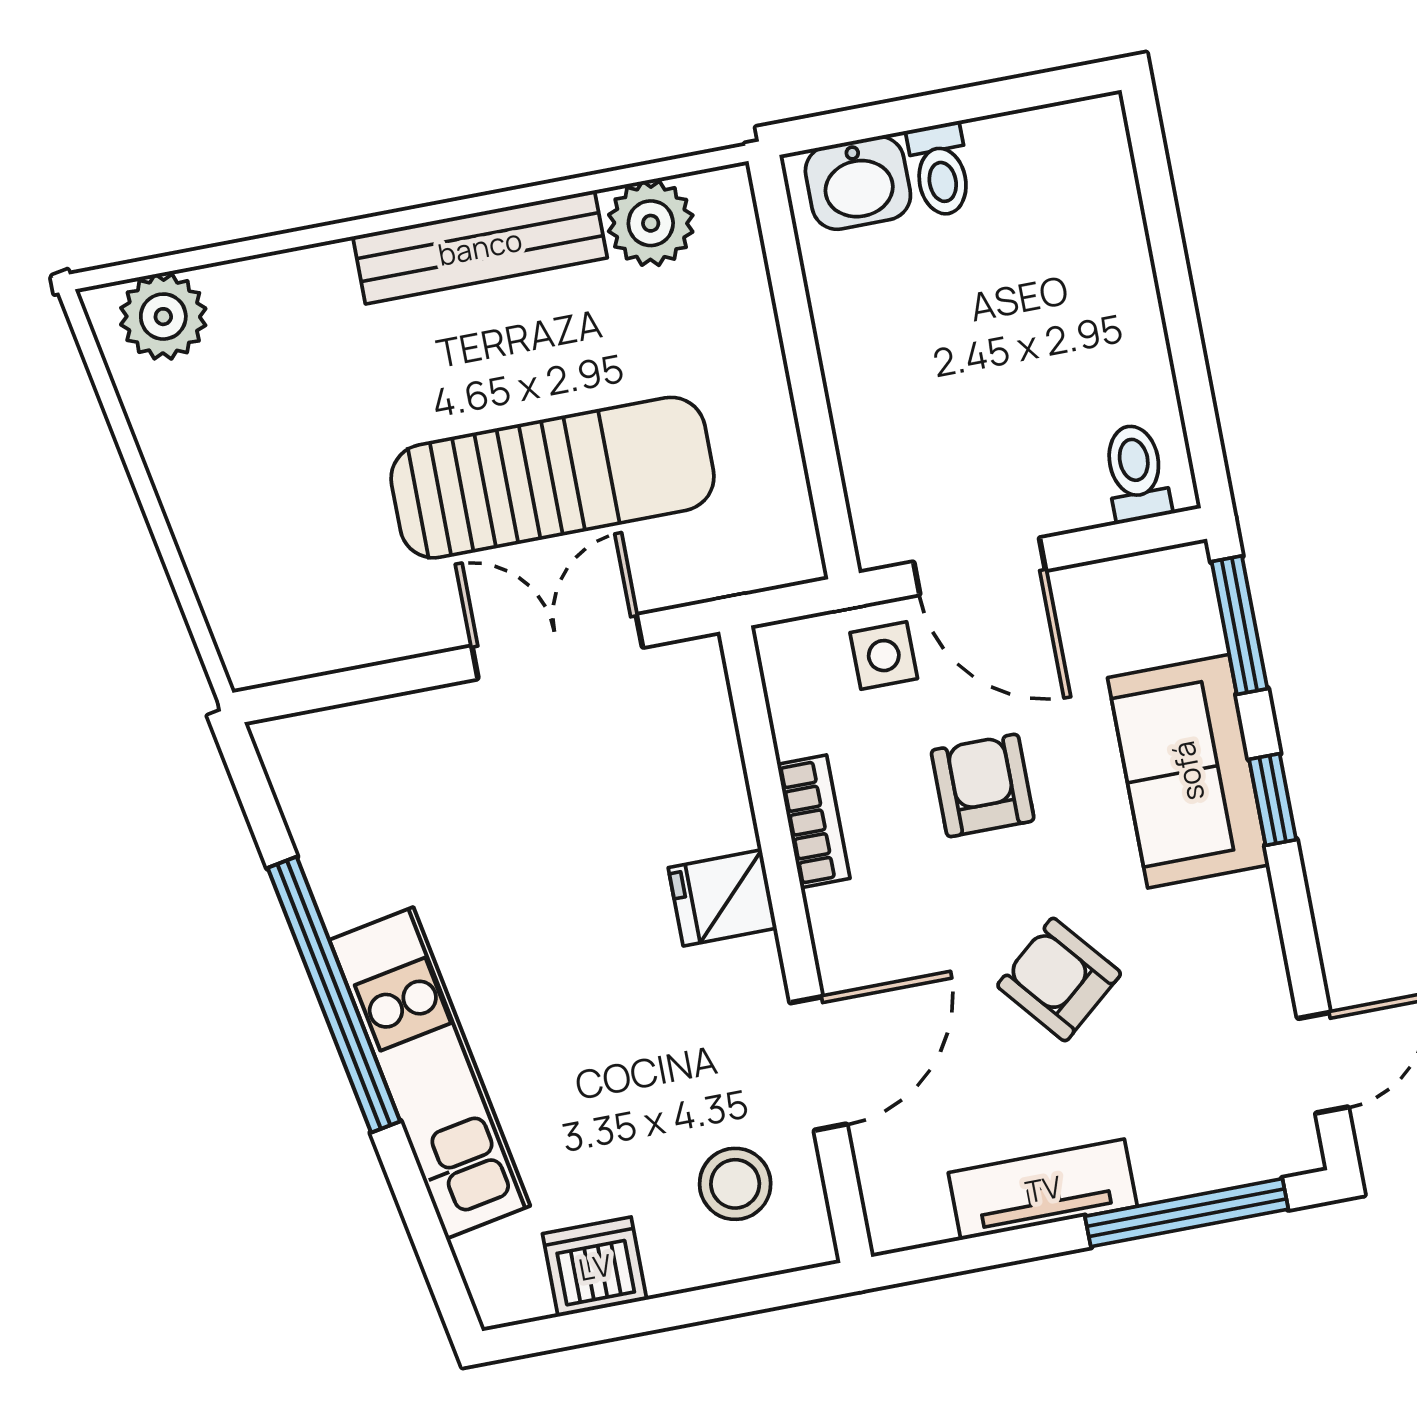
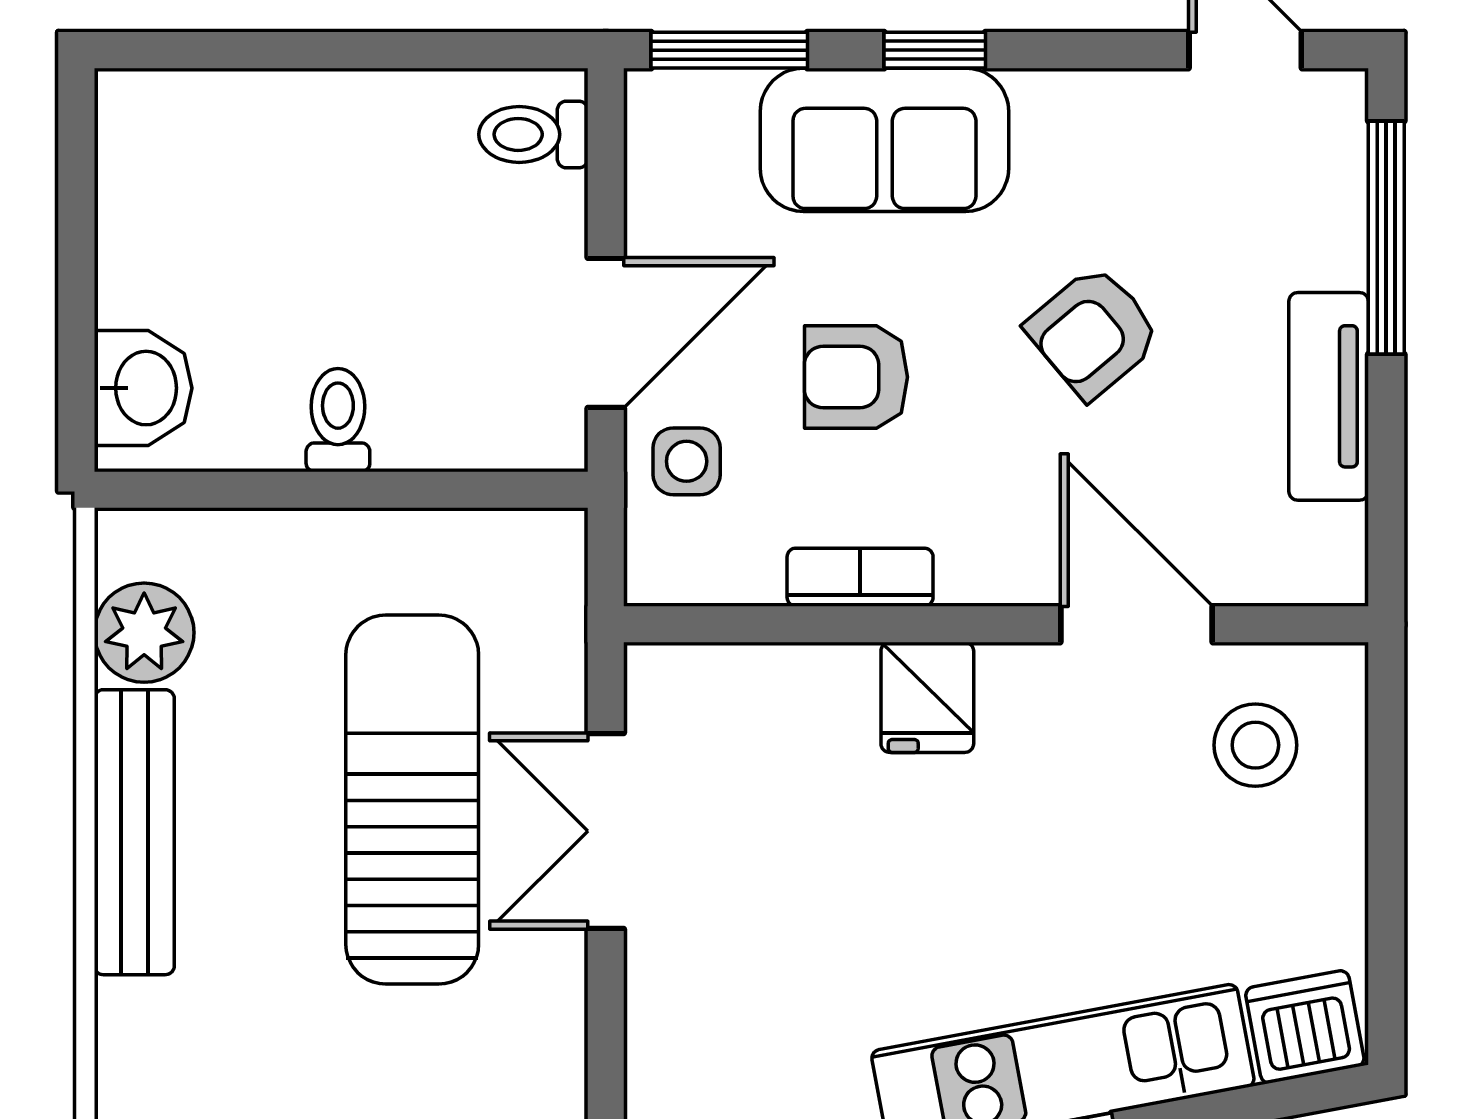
toilet: (940, 170) -> (338, 420), moved, turned -90
dishwasher: (595, 1267) -> (1305, 1027), moved, turned 79

